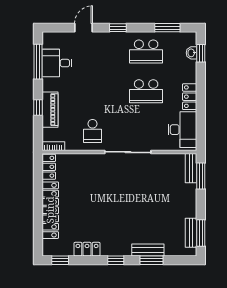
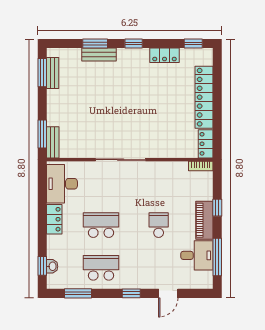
piano: (50, 110) -> (204, 220), moved
school desk: (93, 131) -> (159, 225), moved

